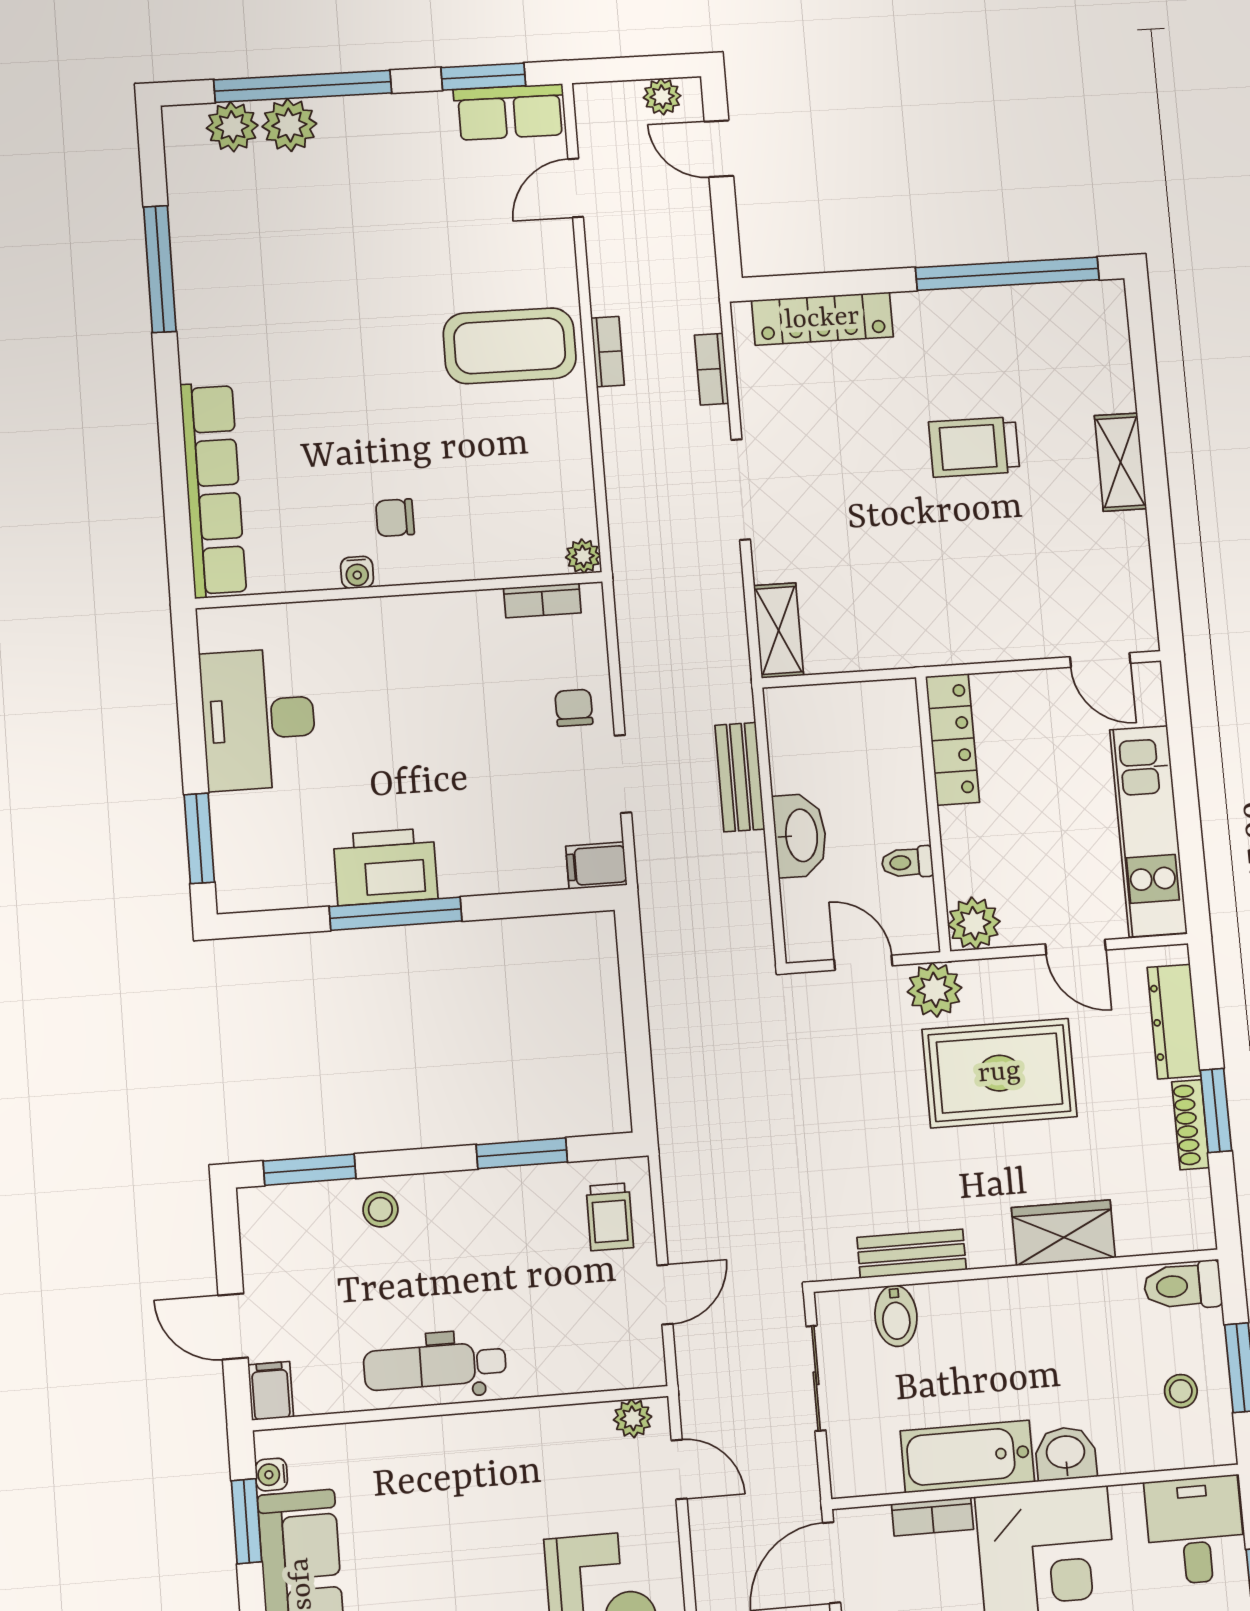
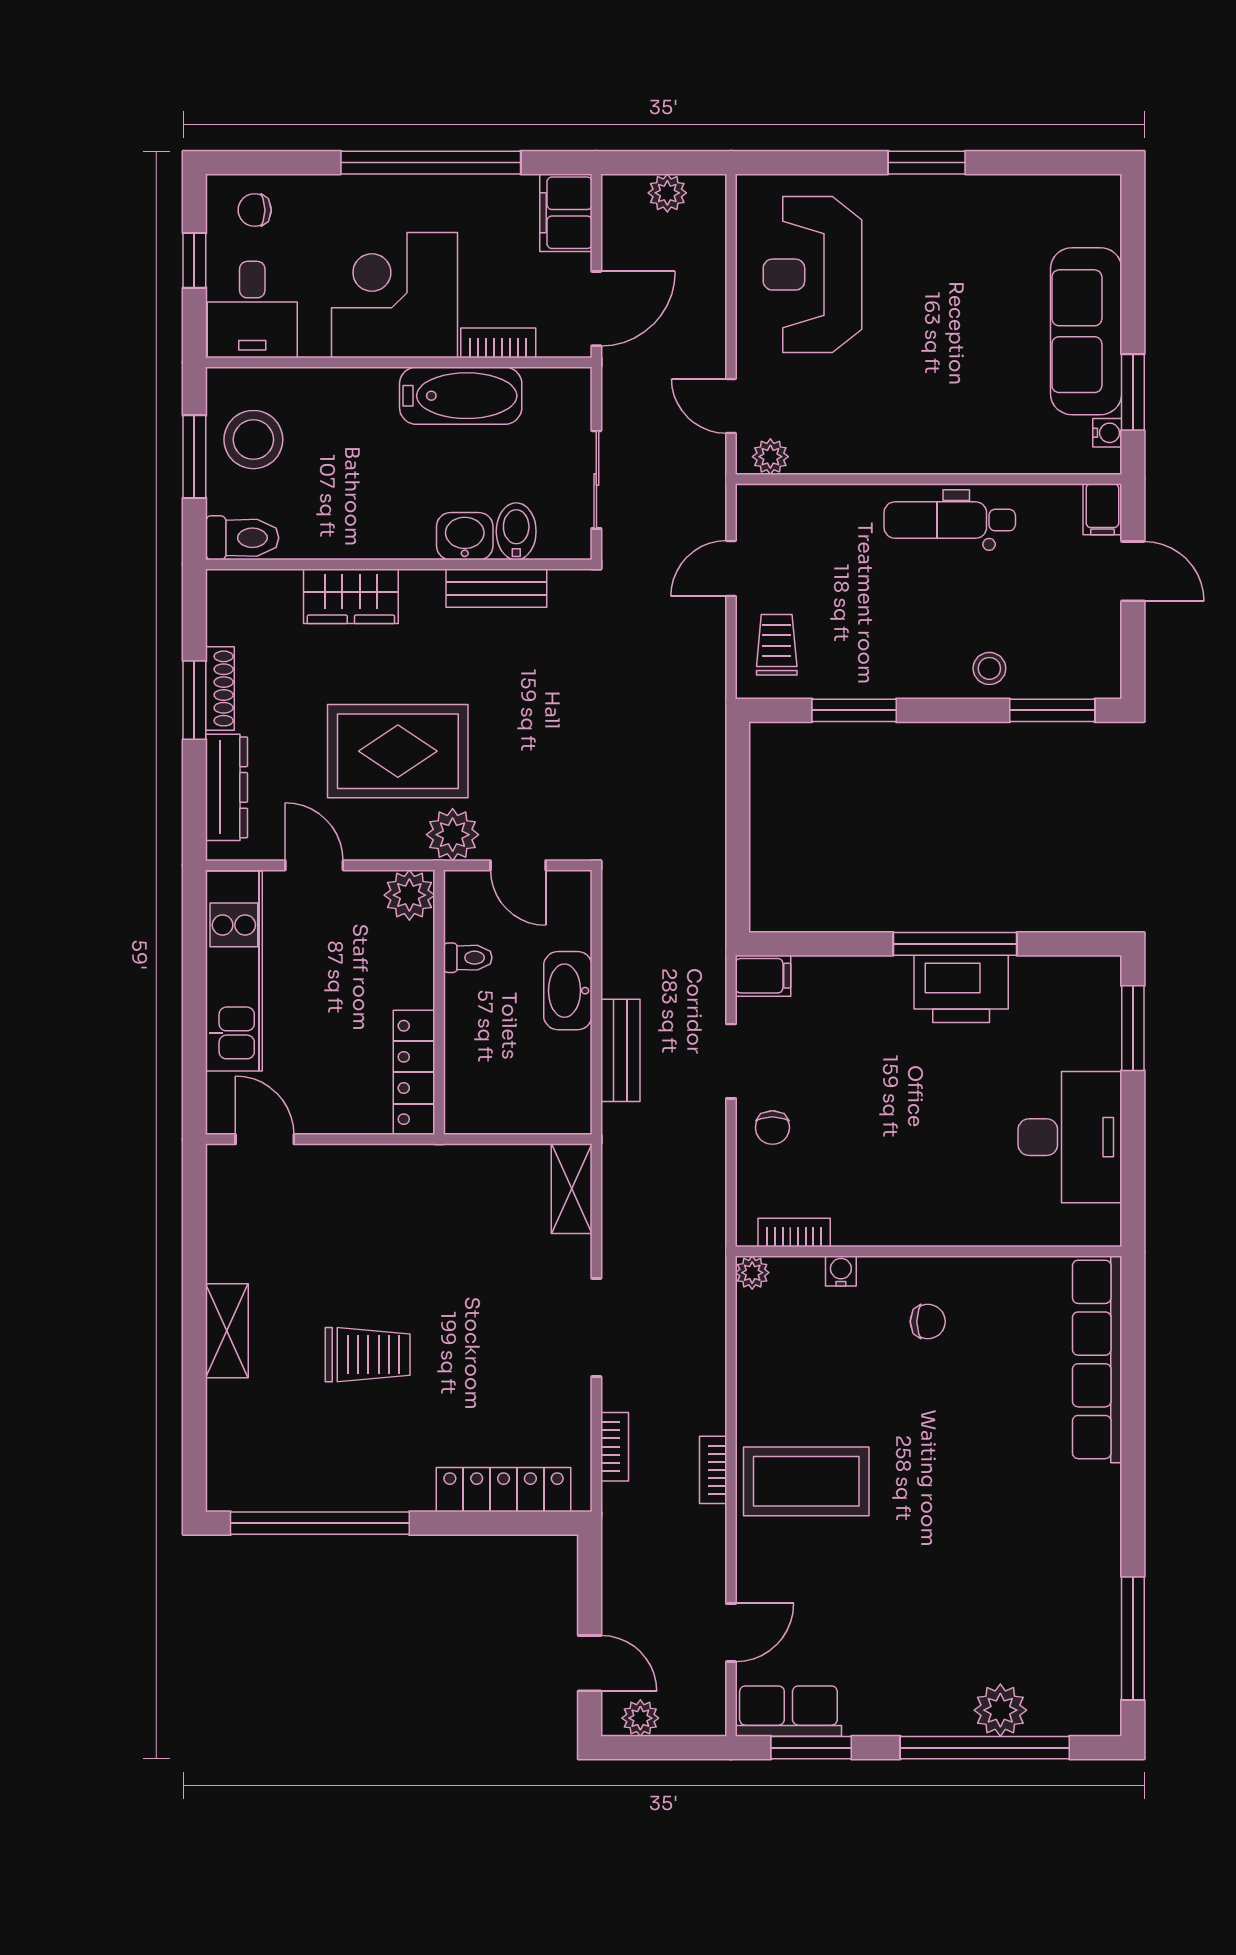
plant: (232, 127) -> (1055, 1712), removed
window: (160, 269) -> (1133, 1638), moved
water cooler: (357, 573) -> (841, 1271), moved
dental chair: (435, 1366) -> (950, 520), turned 180
stool: (1181, 1391) -> (253, 440), width x1.89, depth x1.89
washbasin: (1066, 1453) -> (465, 536), moved, turned 180

